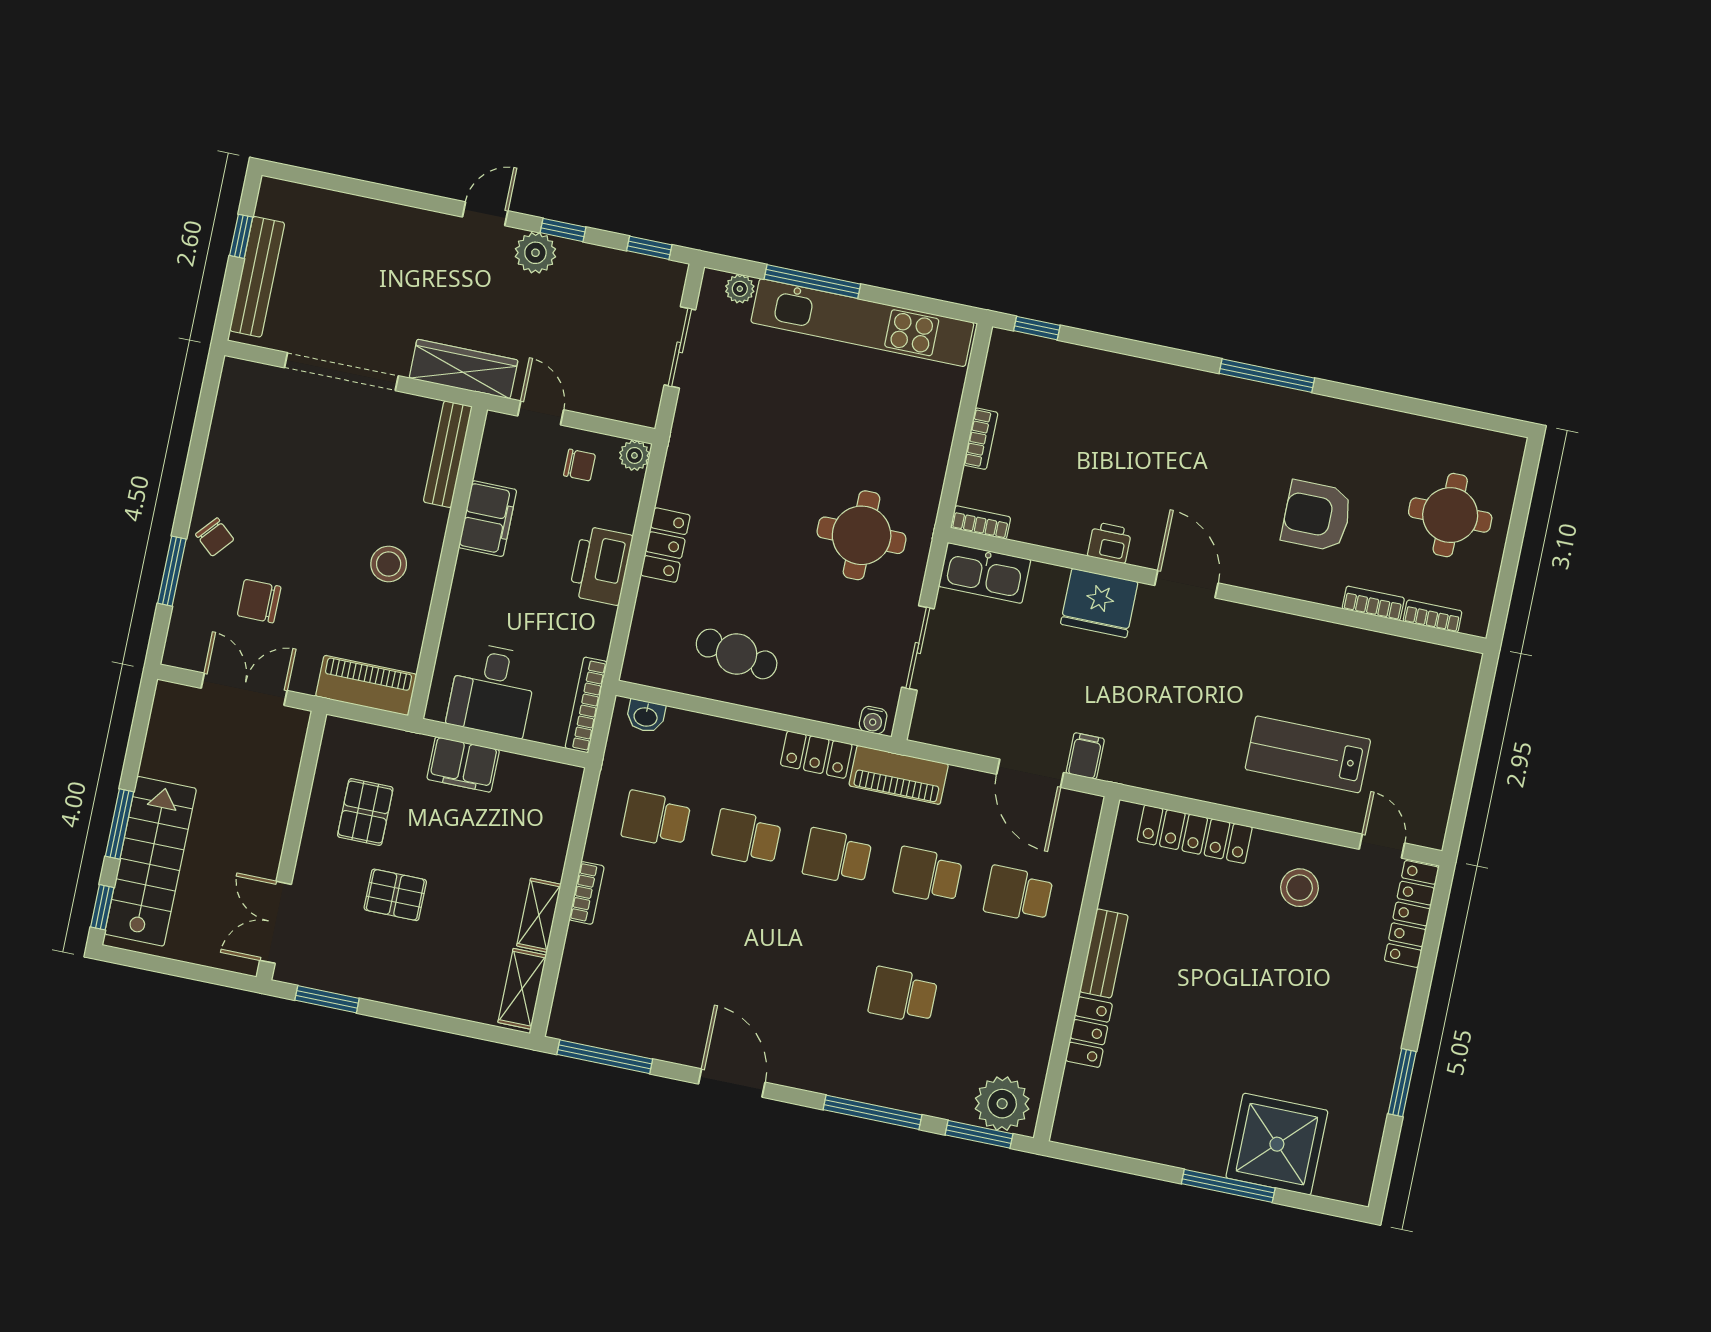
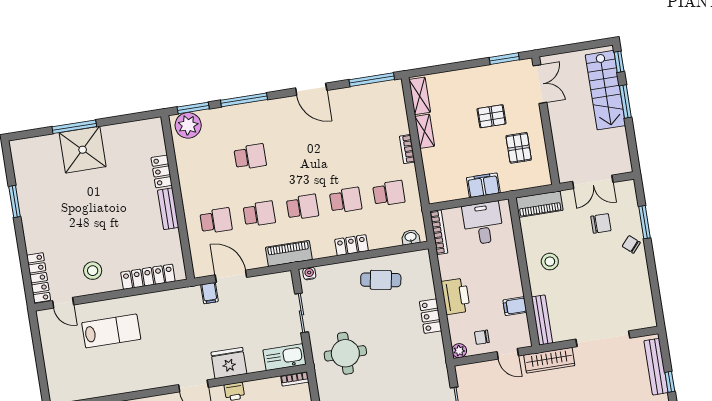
filing cabinet: (488, 519) -> (515, 306), width x0.50
locker: (816, 755) -> (351, 245), moved
shower: (1277, 1144) -> (83, 150), moved

